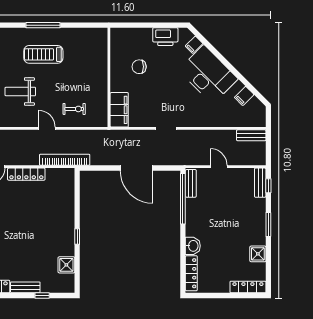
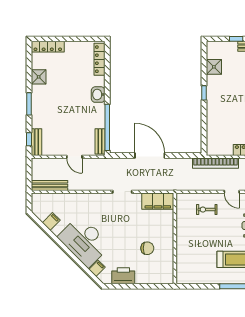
filing cabinet: (119, 110) -> (158, 201), moved, turned -90
bench: (251, 135) -> (50, 185), width x1.36
washbasin: (193, 246) -> (98, 95), moved

